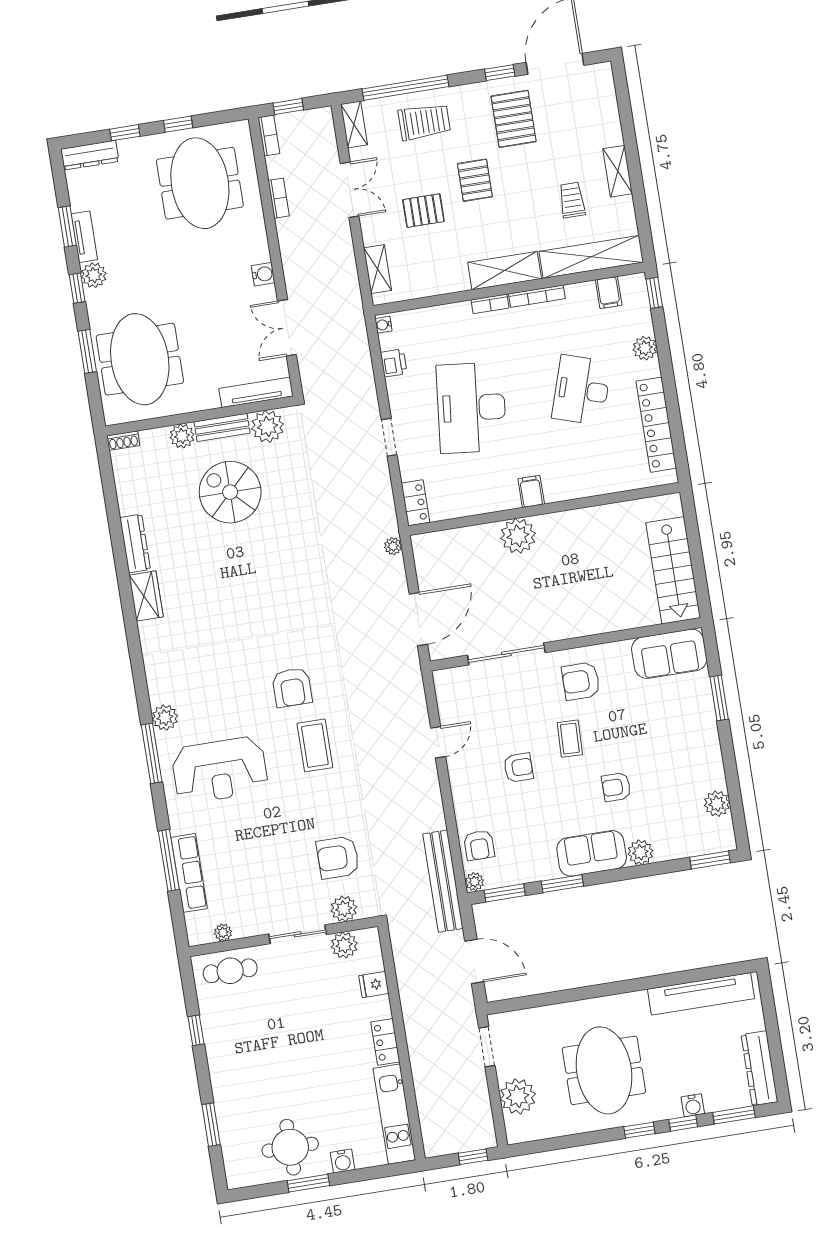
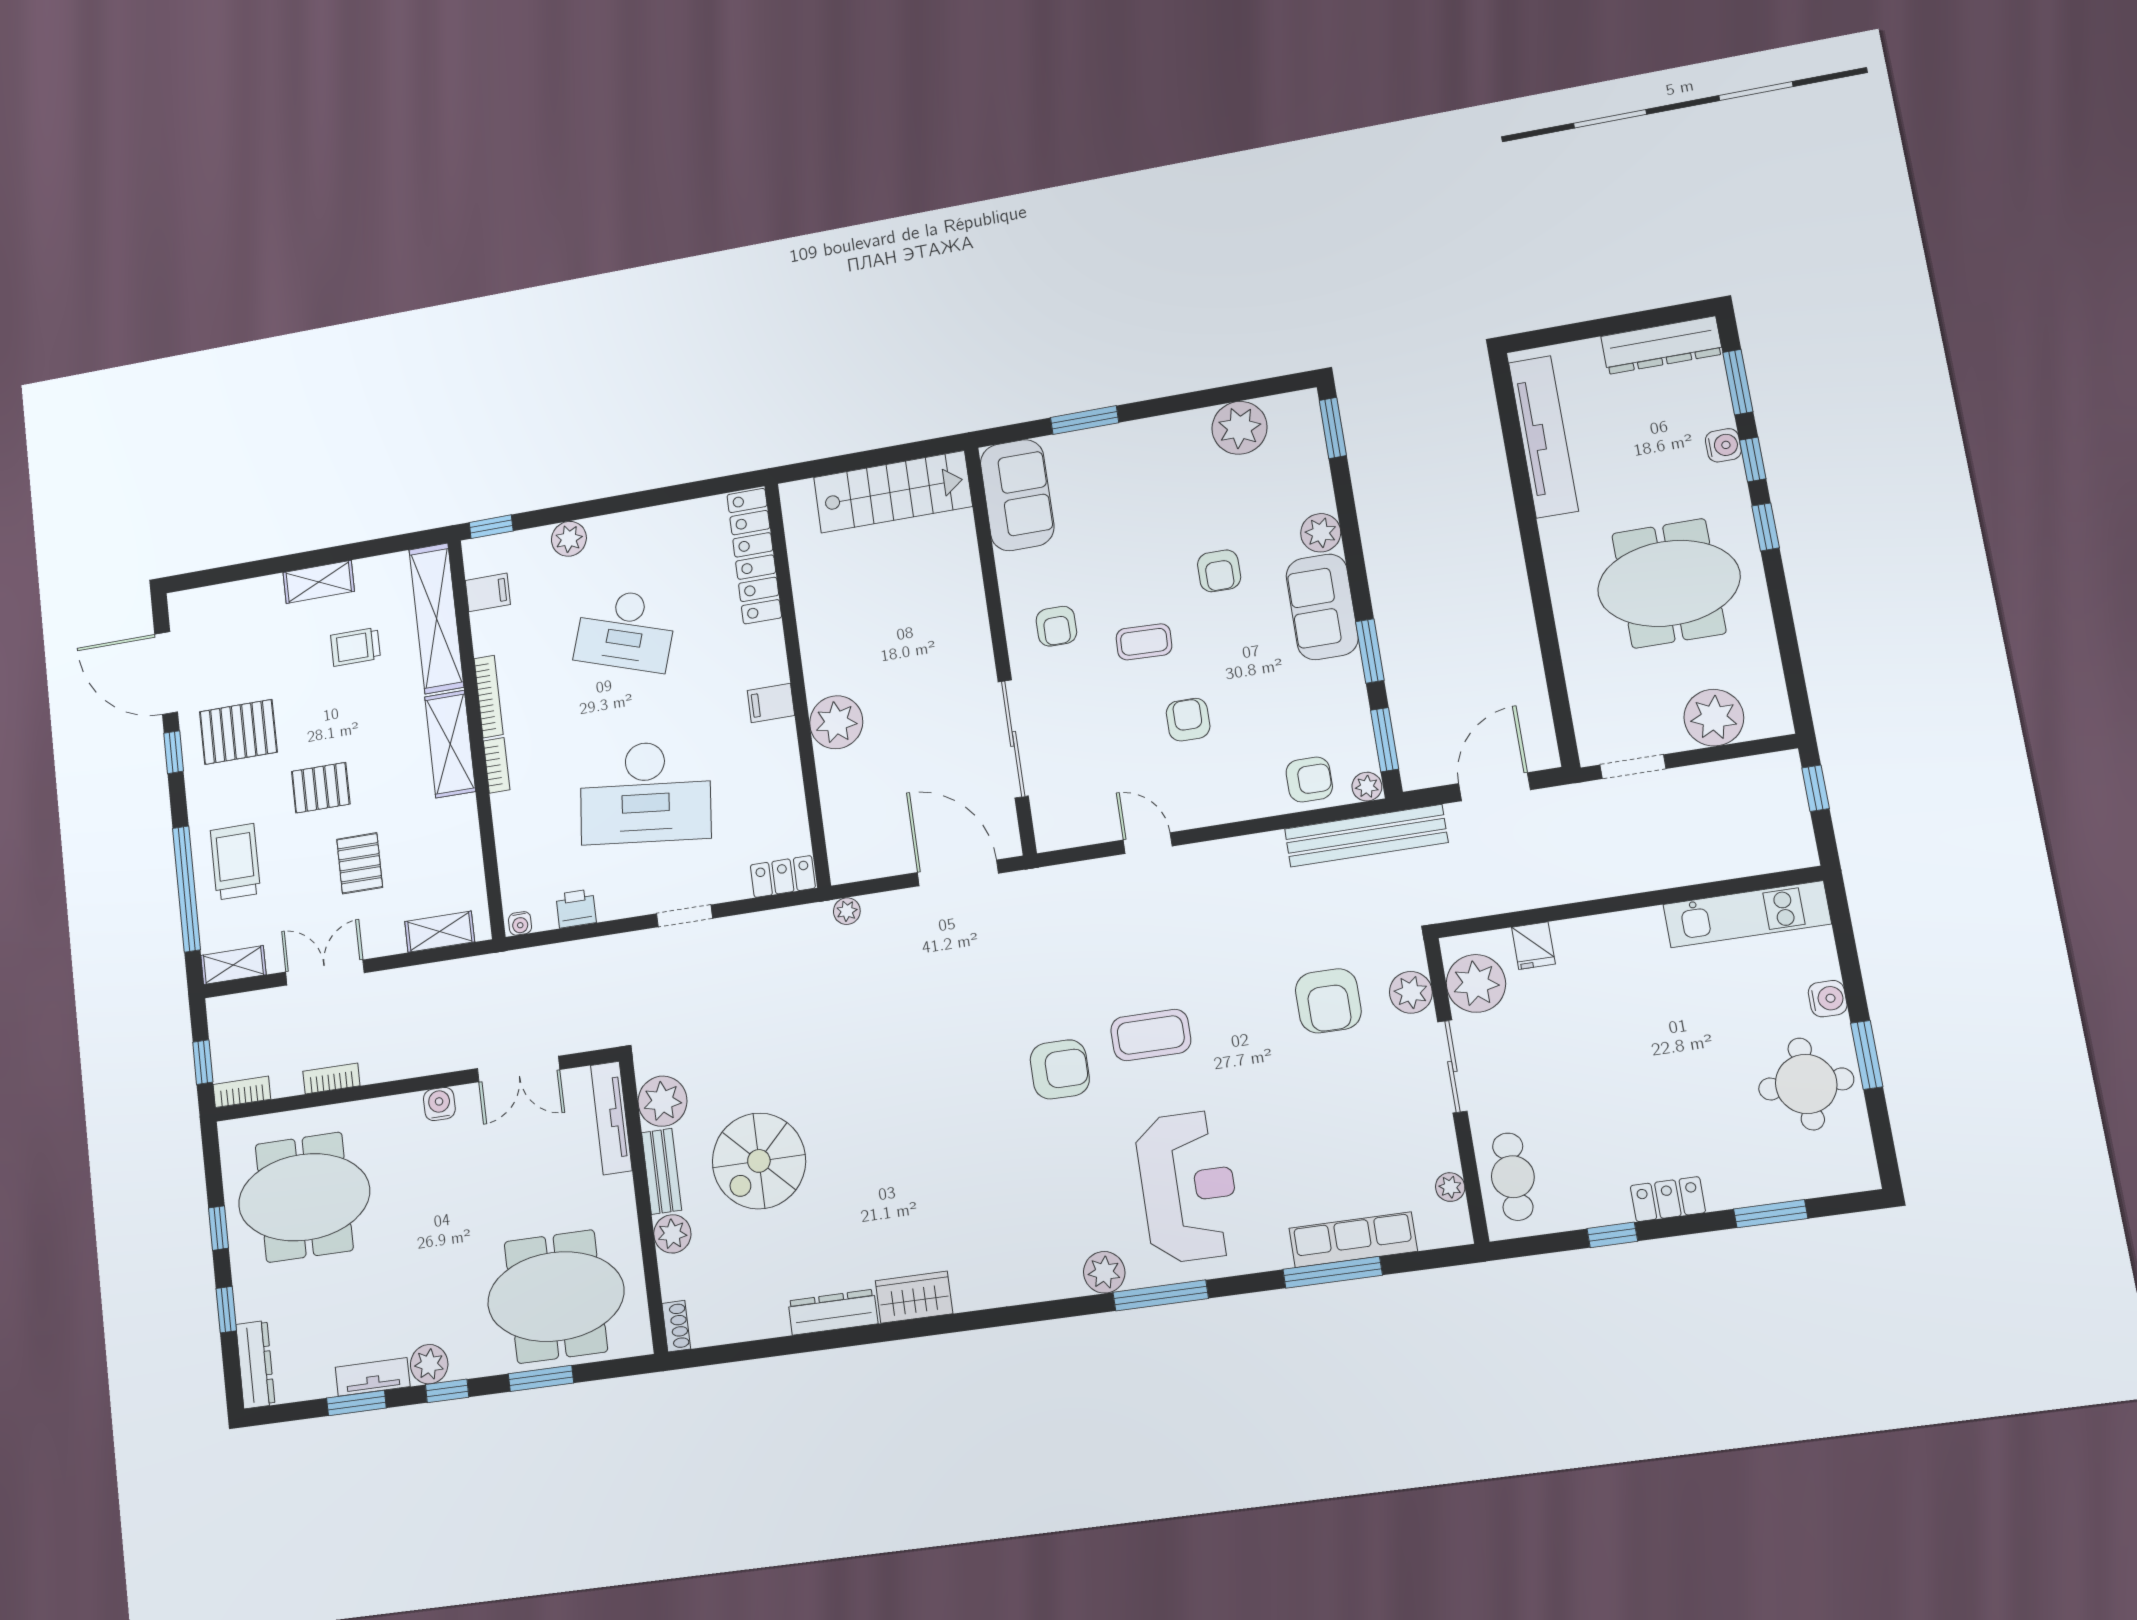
locker: (656, 425) -> (754, 556), moved, turned 90
armchair: (581, 681) -> (1056, 626), width x0.72, depth x0.72
plant: (717, 804) -> (1240, 428), width x1.36, depth x1.36
plant: (344, 945) -> (1476, 983), width x1.36, depth x1.36
locker: (385, 1042) -> (1668, 1199), moved, turned 180

